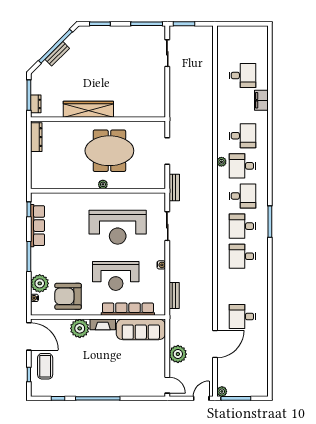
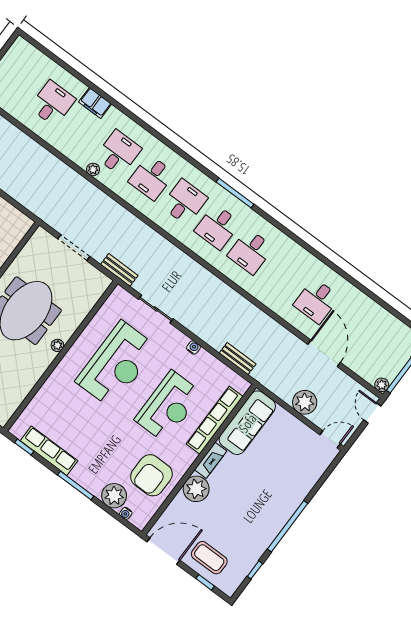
plant: (221, 162) -> (93, 169), moved

